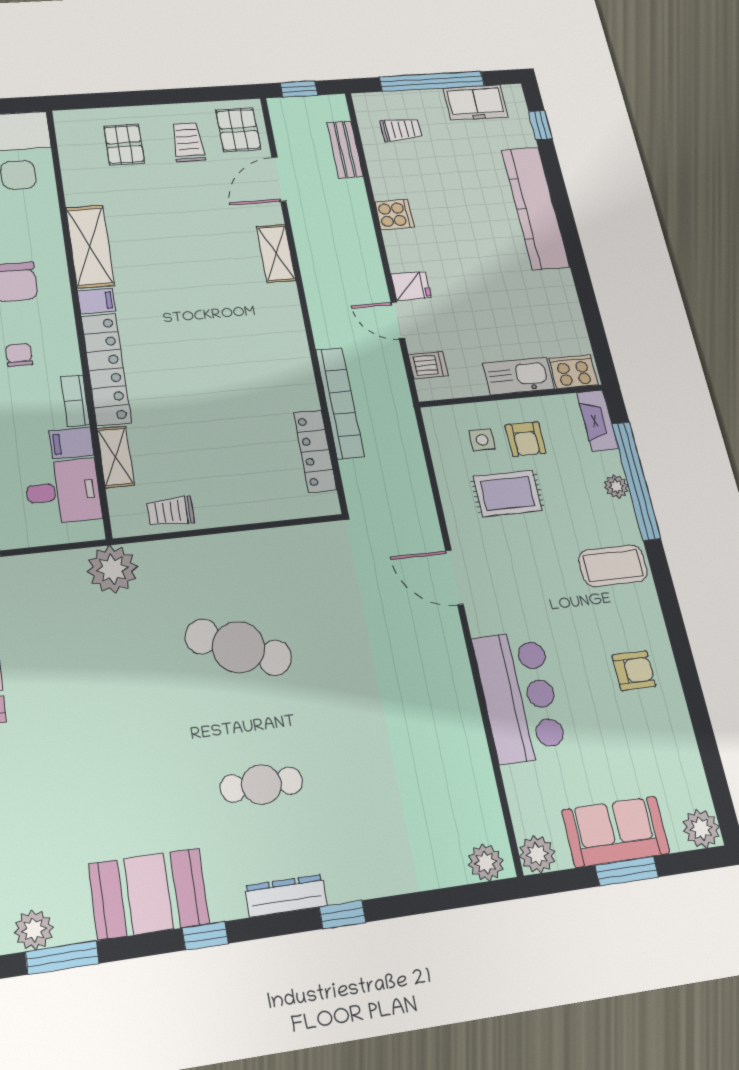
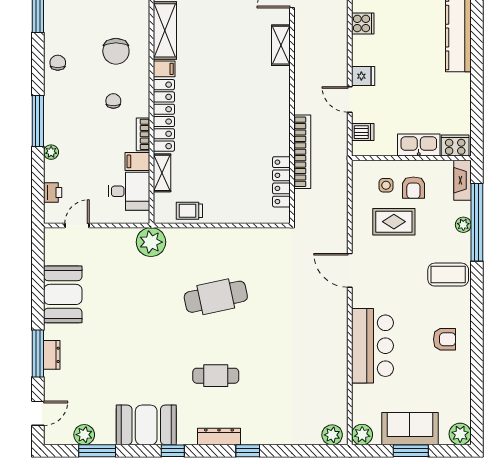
cafe table: (239, 647) -> (216, 297), turned -36

